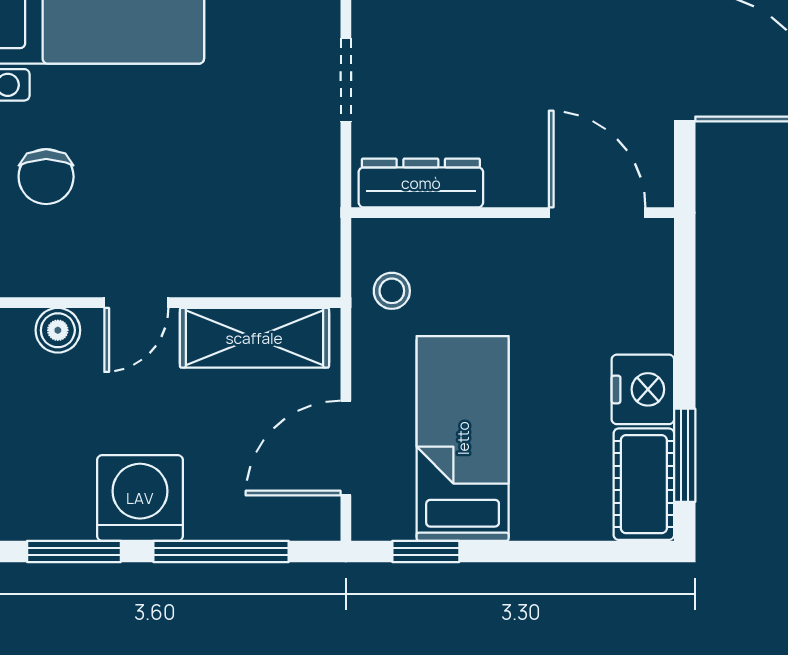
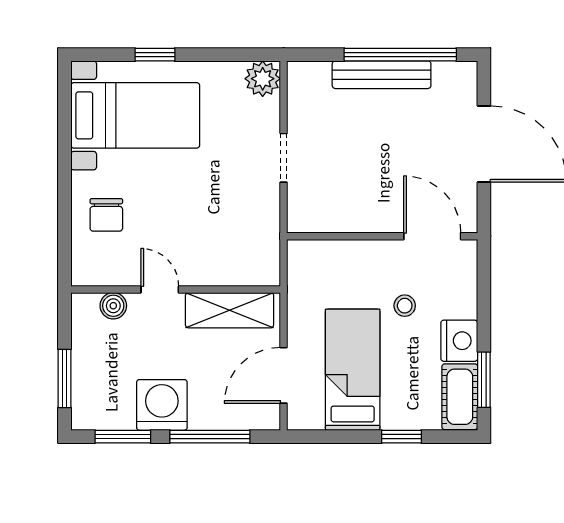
dresser: (421, 183) -> (328, 219), removed
stool: (392, 291) -> (405, 306), moved
door: (136, 303) -> (160, 289), swing flipped
window: (426, 551) -> (402, 437), moved

